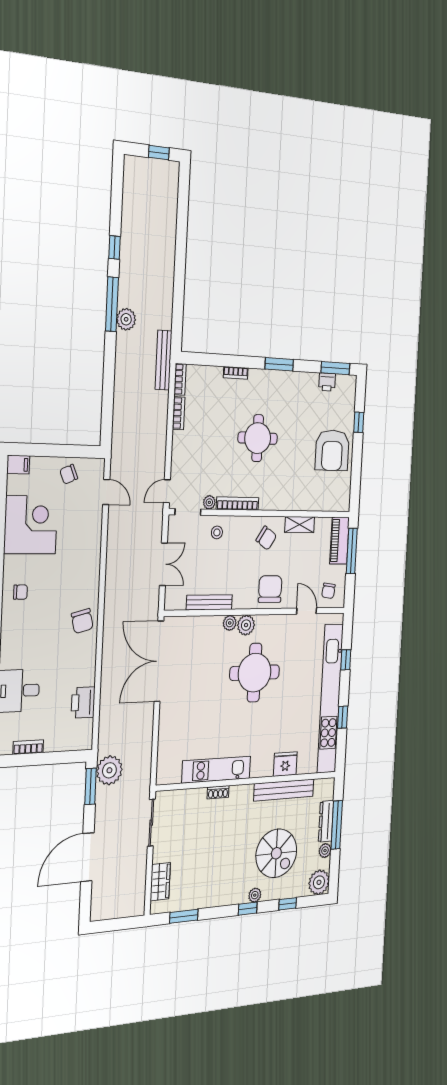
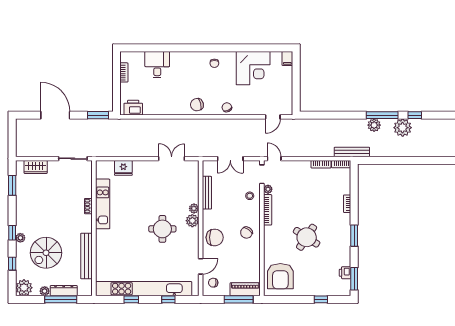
round table: (258, 438) -> (307, 237), moved, turned 33
armchair: (332, 450) -> (280, 276), moved, turned -90
chair: (69, 474) -> (227, 107), moved
shelving: (300, 524) -> (255, 257), removed
double door: (159, 661) -> (172, 159), width x0.54
round table: (255, 673) -> (162, 229), width x0.73, depth x0.73
printer: (83, 702) -> (133, 108), moved
fridge: (285, 764) -> (123, 168), moved, turned 90
plant: (109, 770) -> (403, 128), moved

